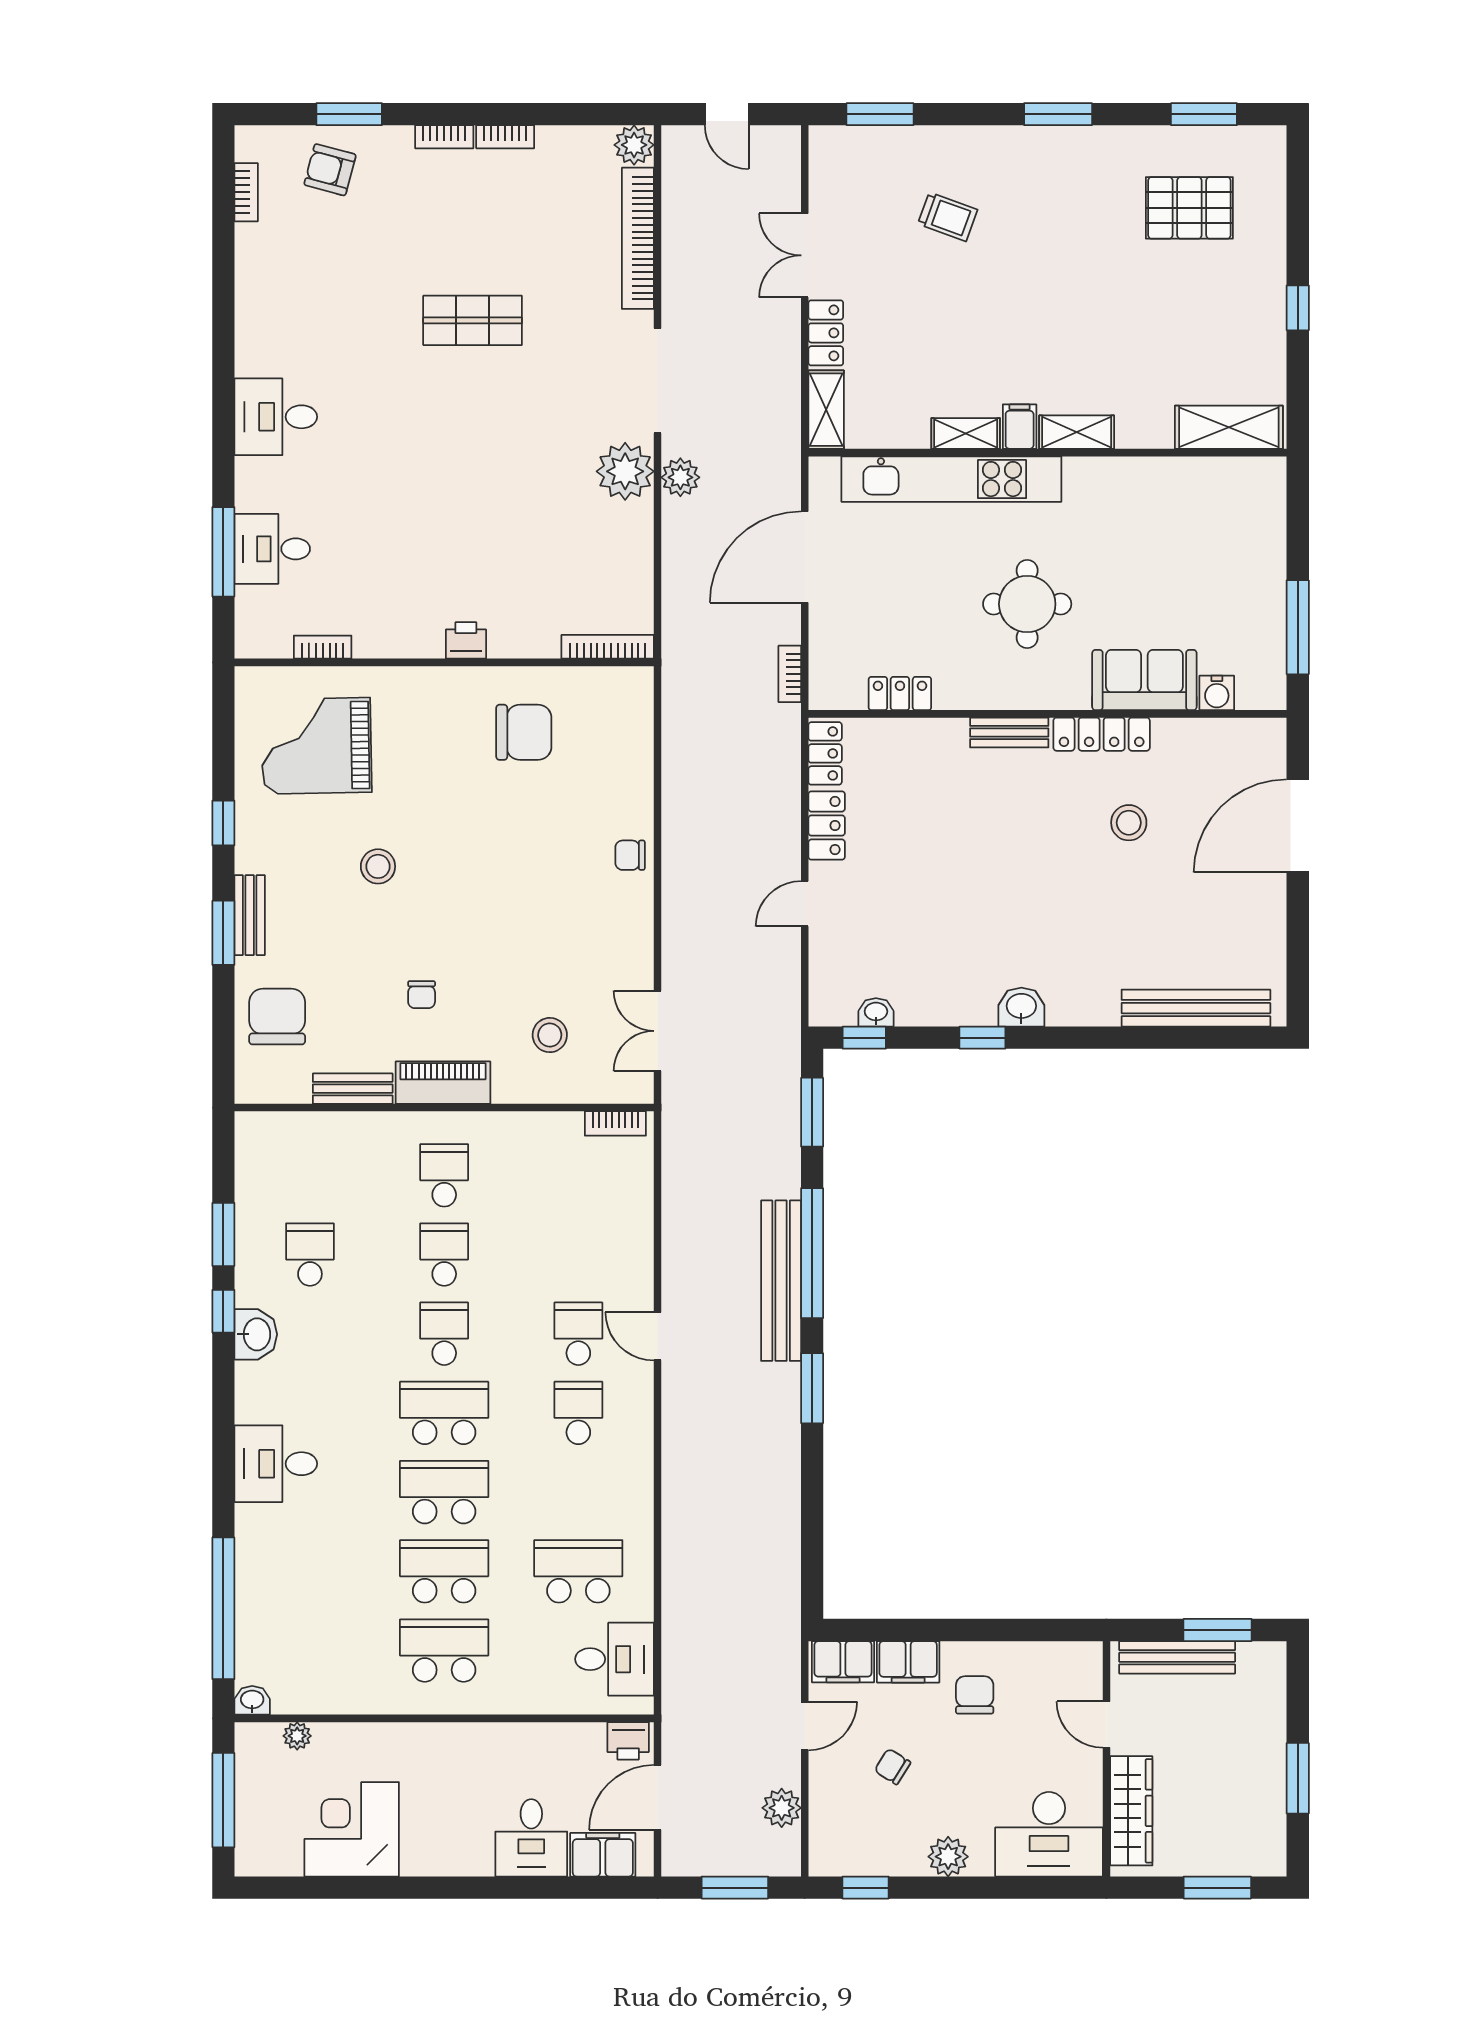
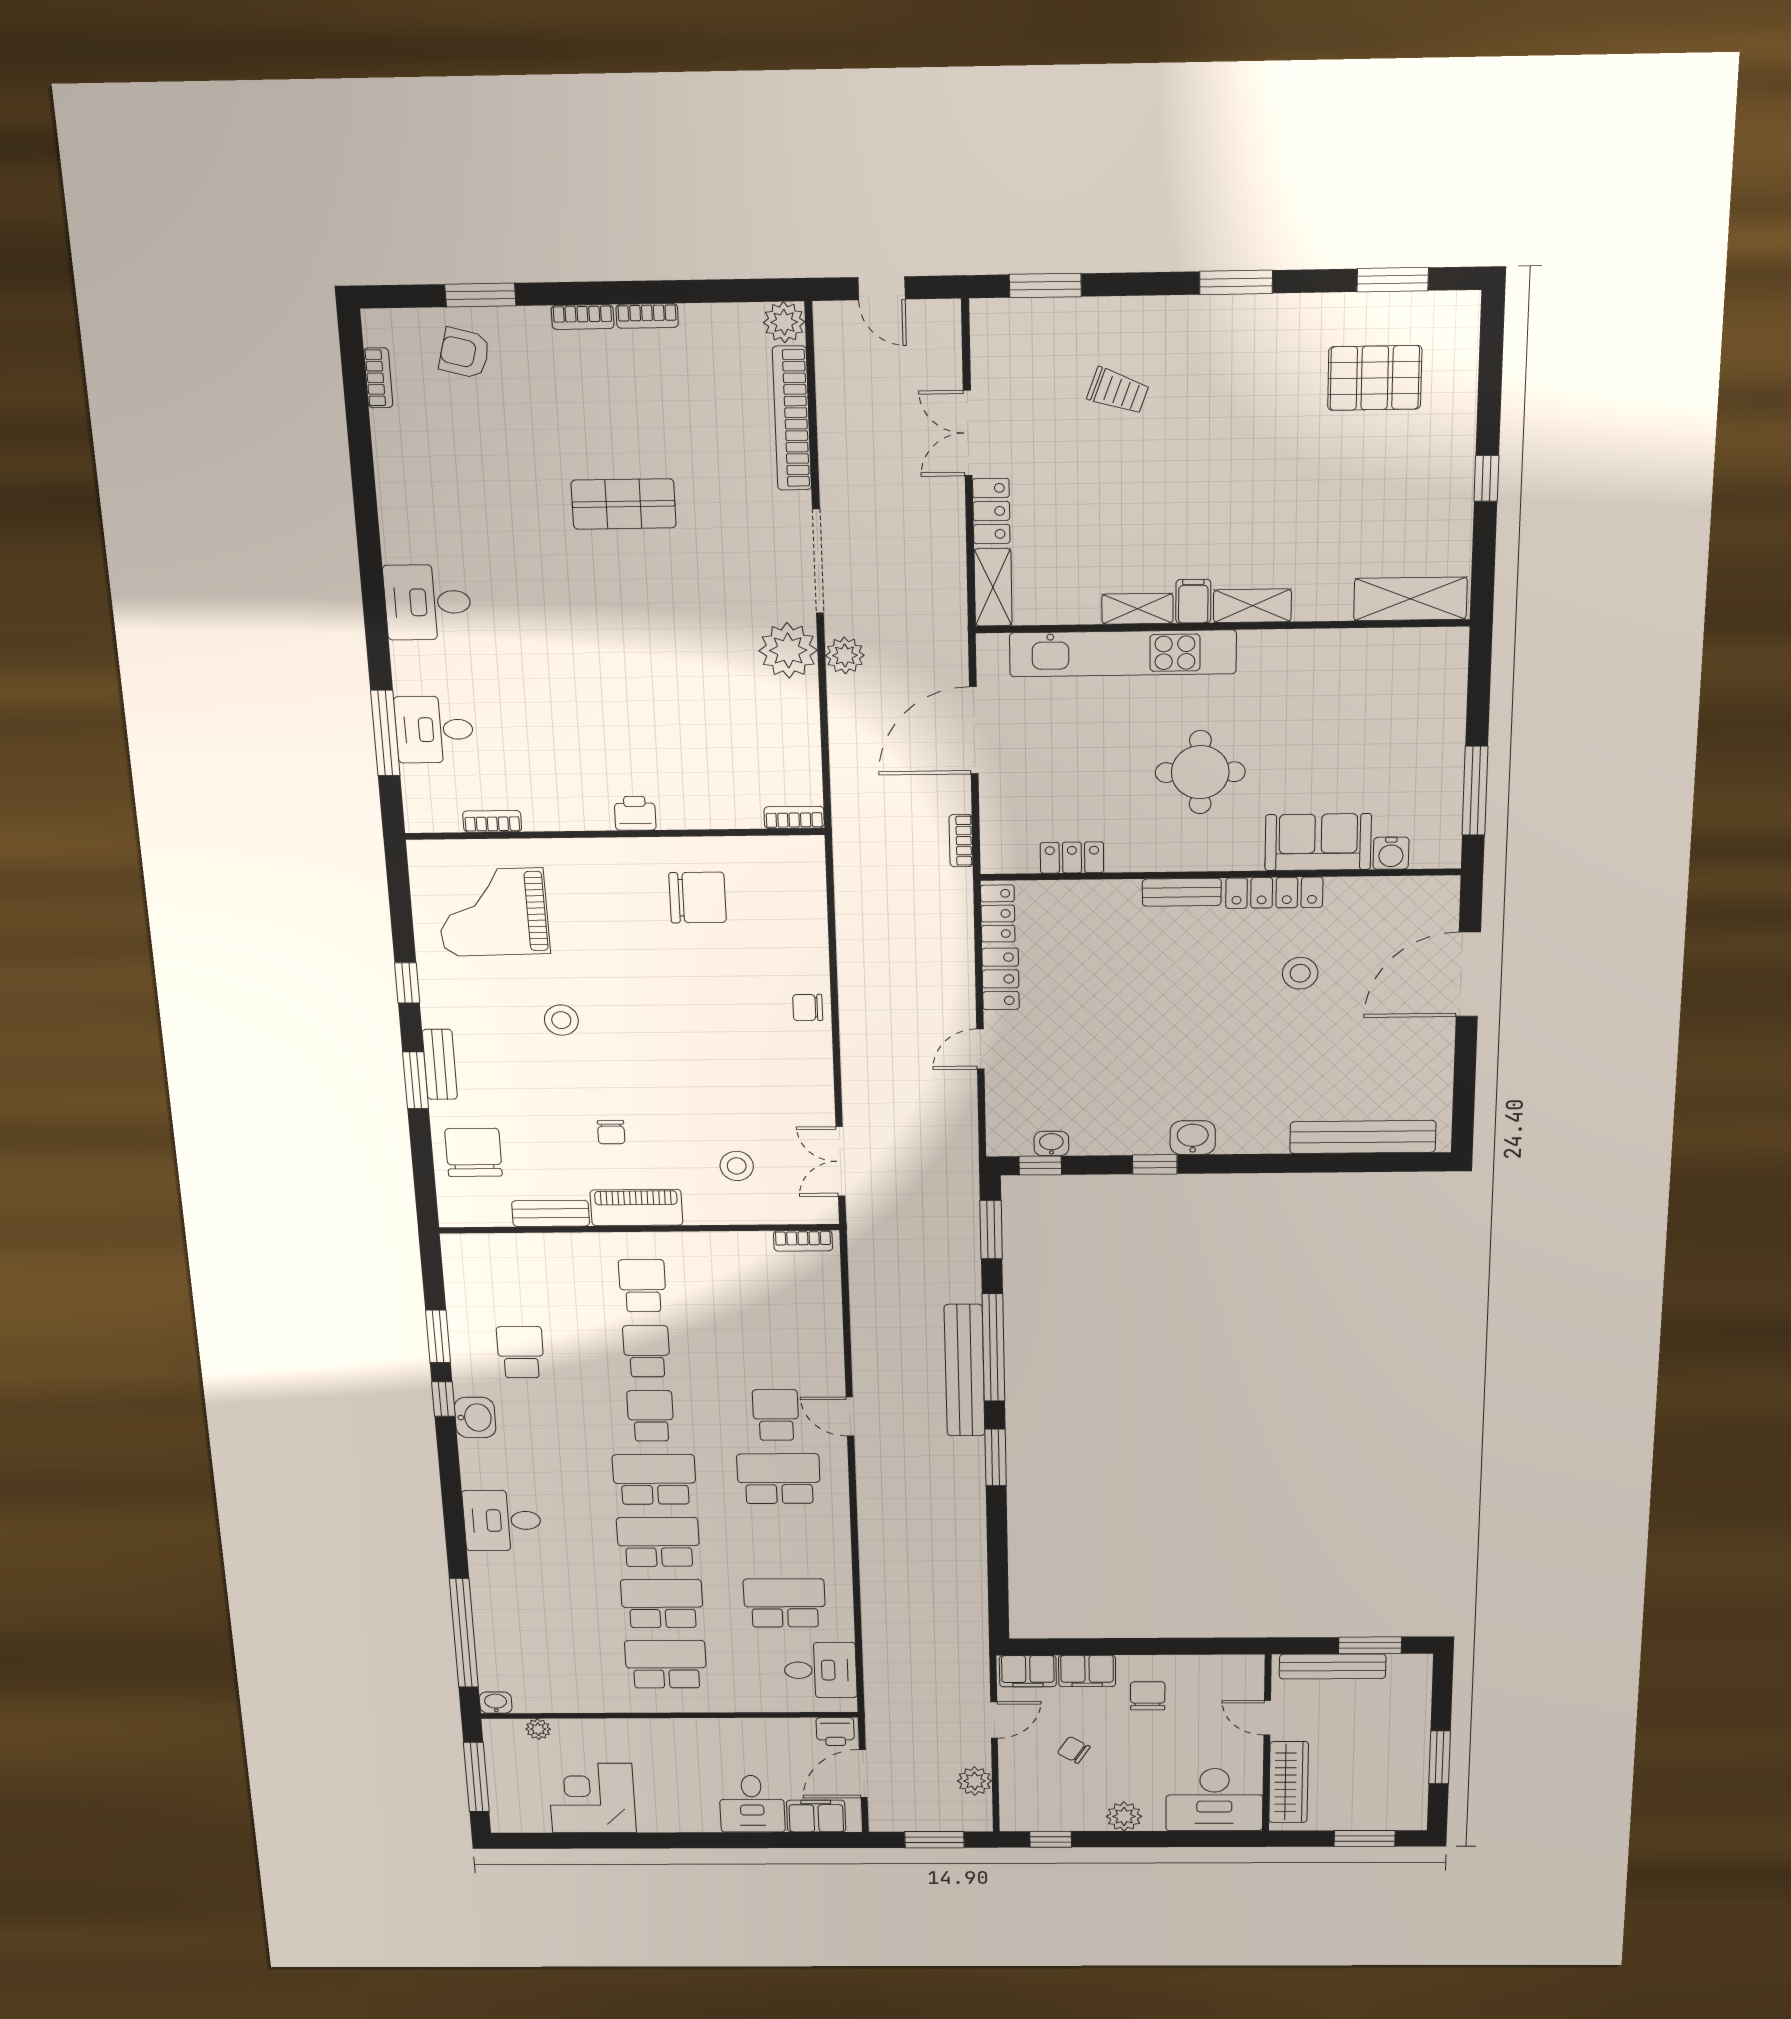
bookcase: (608, 647) -> (794, 817), width x0.64
school desk: (578, 1413) -> (779, 1479), width x1.85

